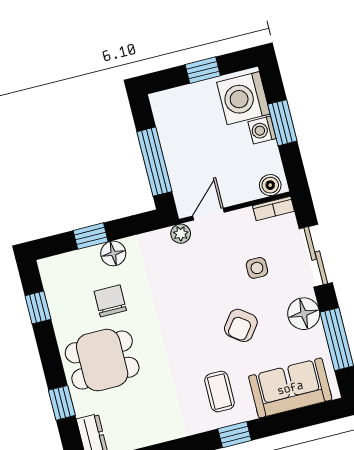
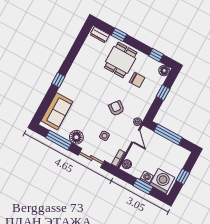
floor lamp: (113, 253) -> (164, 71), moved
armchair: (241, 325) -> (116, 108), moved
coffee table: (220, 392) -> (76, 88), removed

